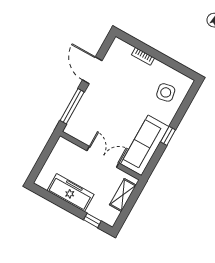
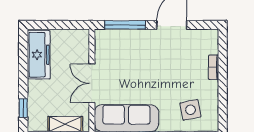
double door: (103, 157) -> (92, 83), swing flipped
freezer: (70, 193) -> (39, 55), moved

